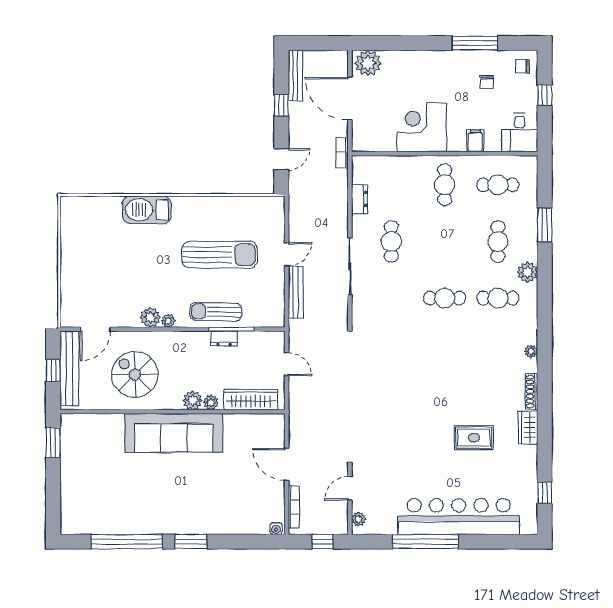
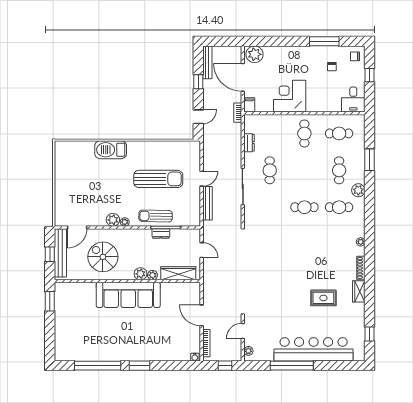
filing cabinet: (475, 141) -> (249, 105), moved

